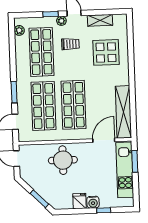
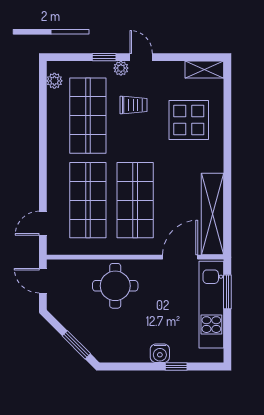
shelving: (100, 20) -> (204, 70), moved
window: (14, 92) -> (43, 177), removed
fridge: (80, 201) -> (139, 351), removed

